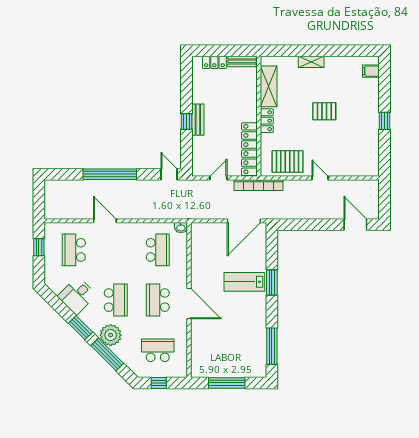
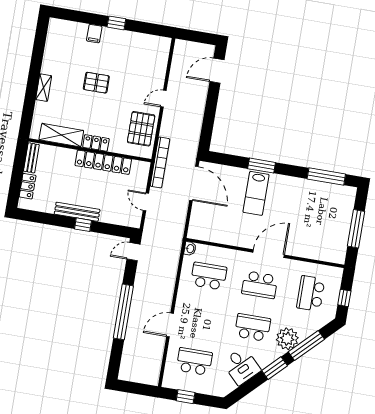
filing cabinet: (371, 71) -> (94, 34), moved
pallet: (324, 111) -> (96, 83), turned 90
bench: (198, 120) -> (77, 212), width x1.36
locker: (249, 149) -> (103, 162), moved
school desk: (74, 250) -> (194, 361), turned 180

